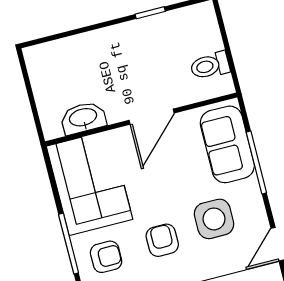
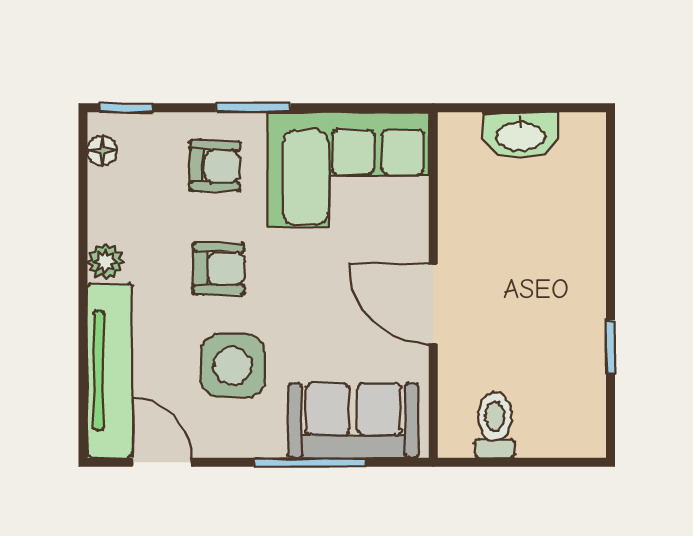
washbasin: (83, 118) -> (521, 135), moved, turned 90
window: (69, 244) -> (253, 108), width x0.69
armchair: (106, 257) -> (215, 166), turned -89

